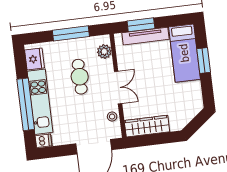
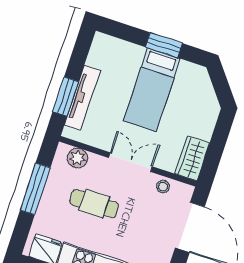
bed: (184, 53) -> (152, 90), moved, turned 90
window: (204, 60) -> (164, 45), moved
wardrobe: (147, 126) -> (192, 158), width x0.67

